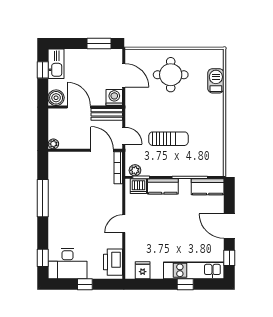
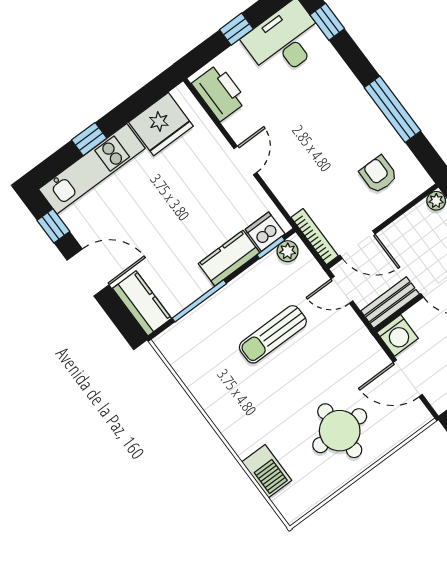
armchair: (70, 174) -> (378, 174), added
kitchen counter: (208, 187) -> (142, 303), moved, turned 90
fridge: (143, 270) -> (161, 124), width x1.88, depth x1.34

